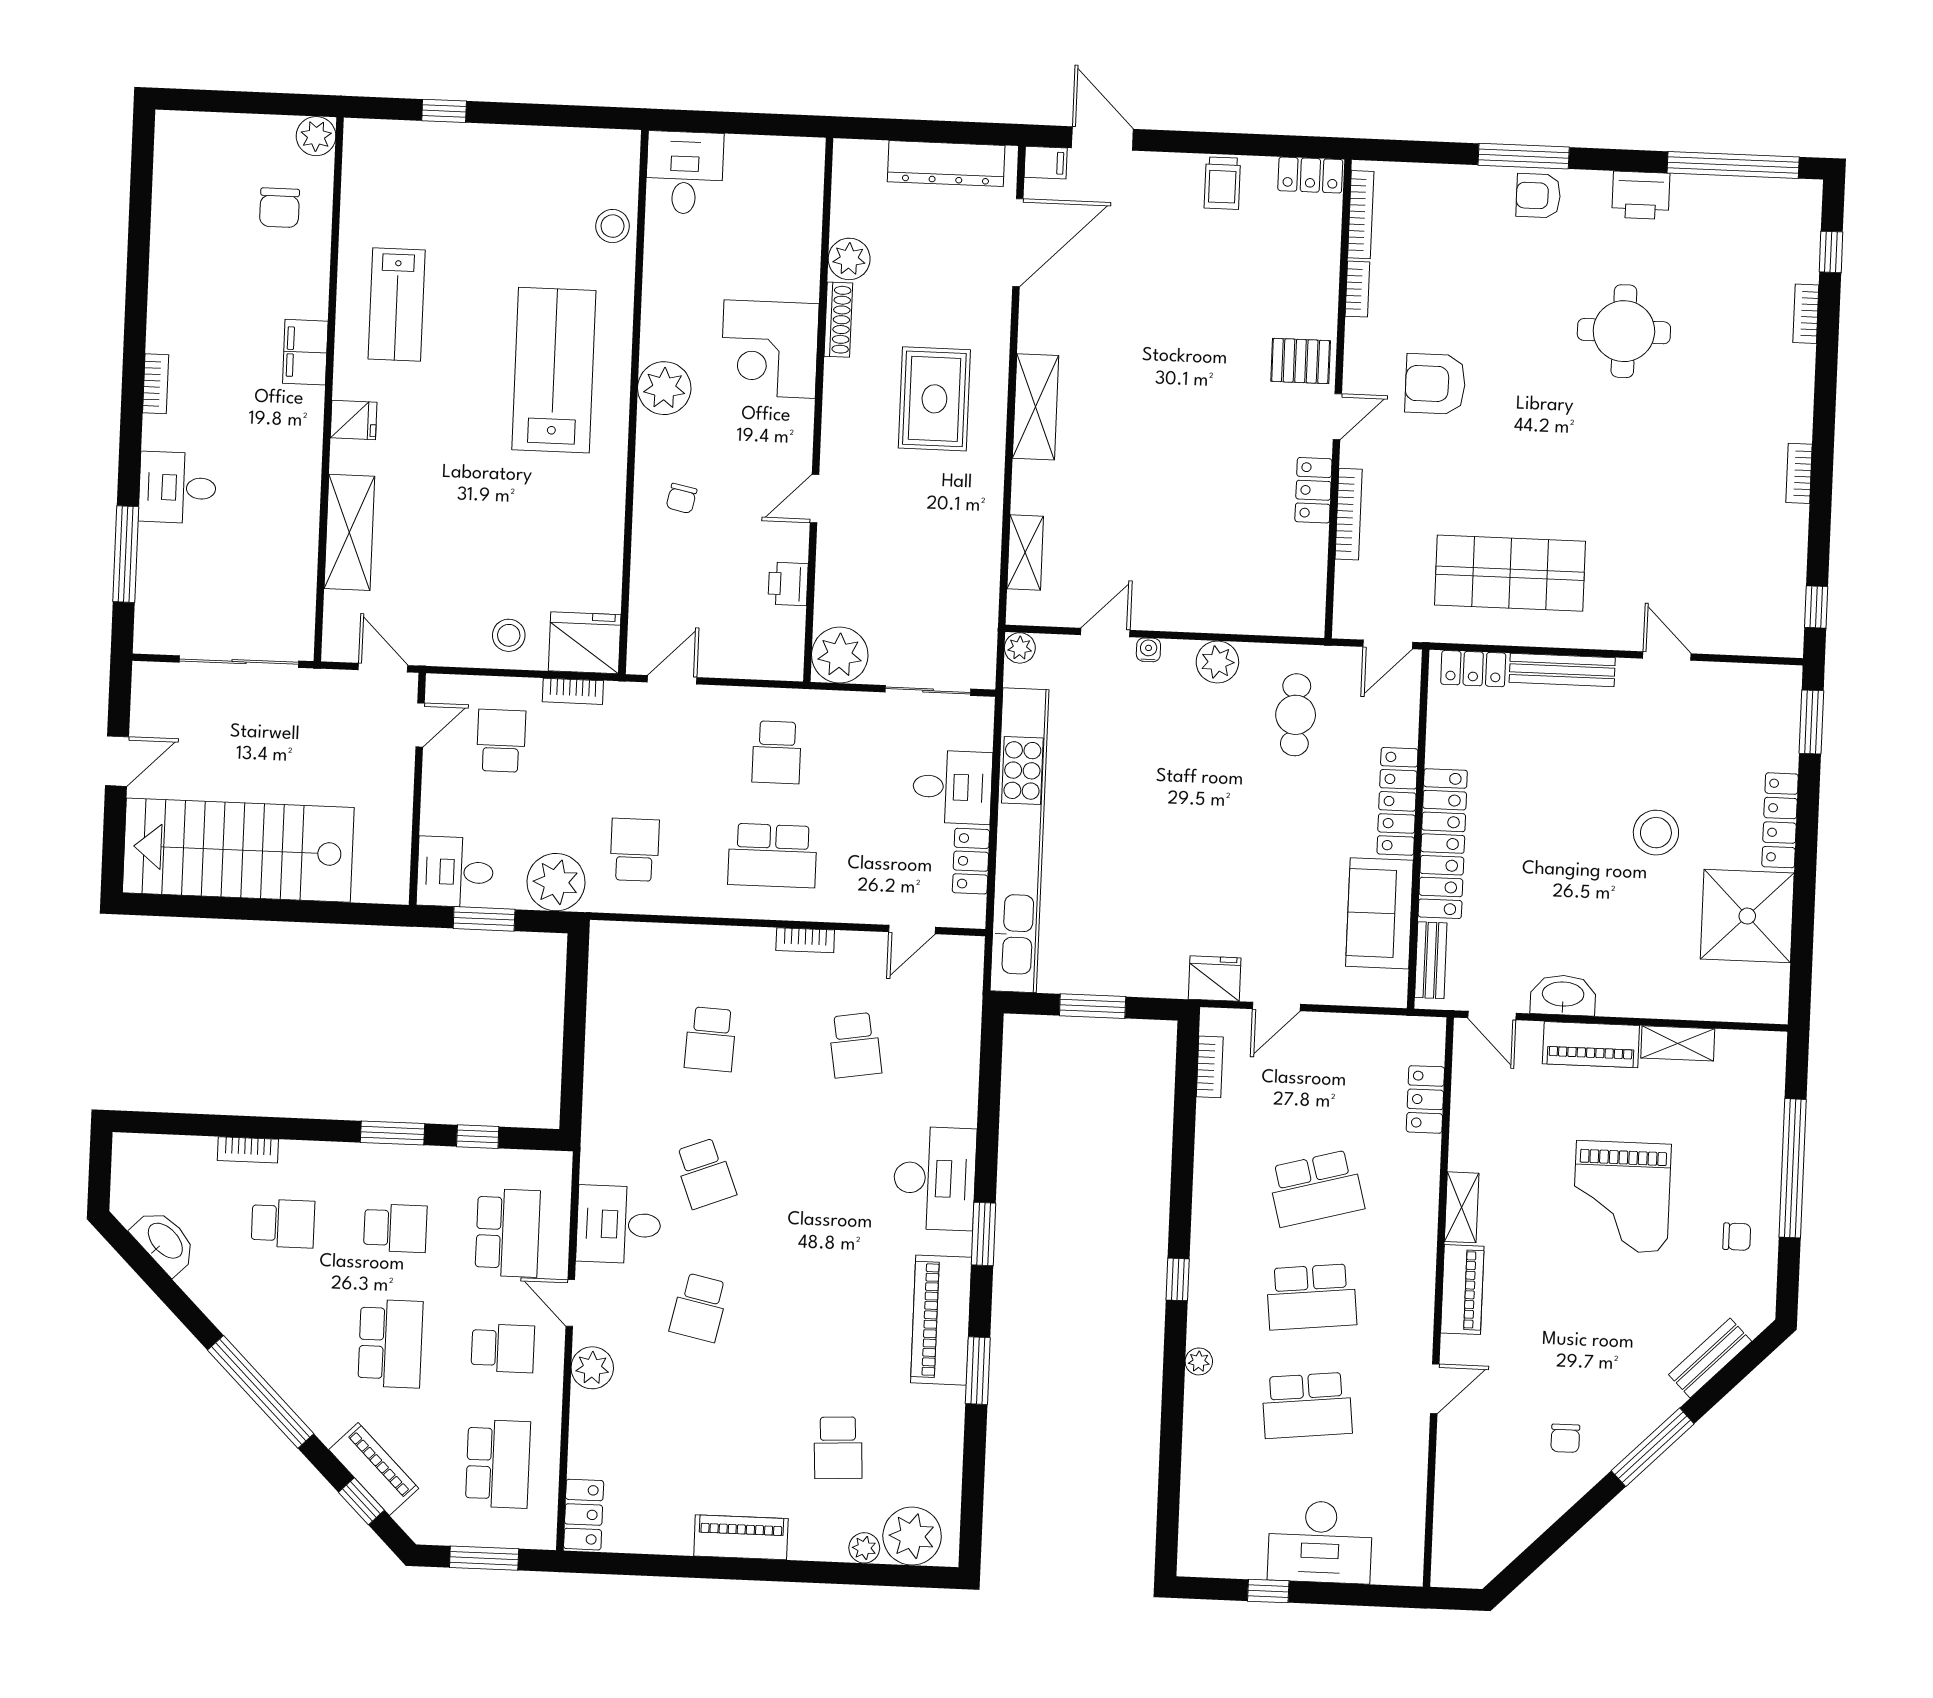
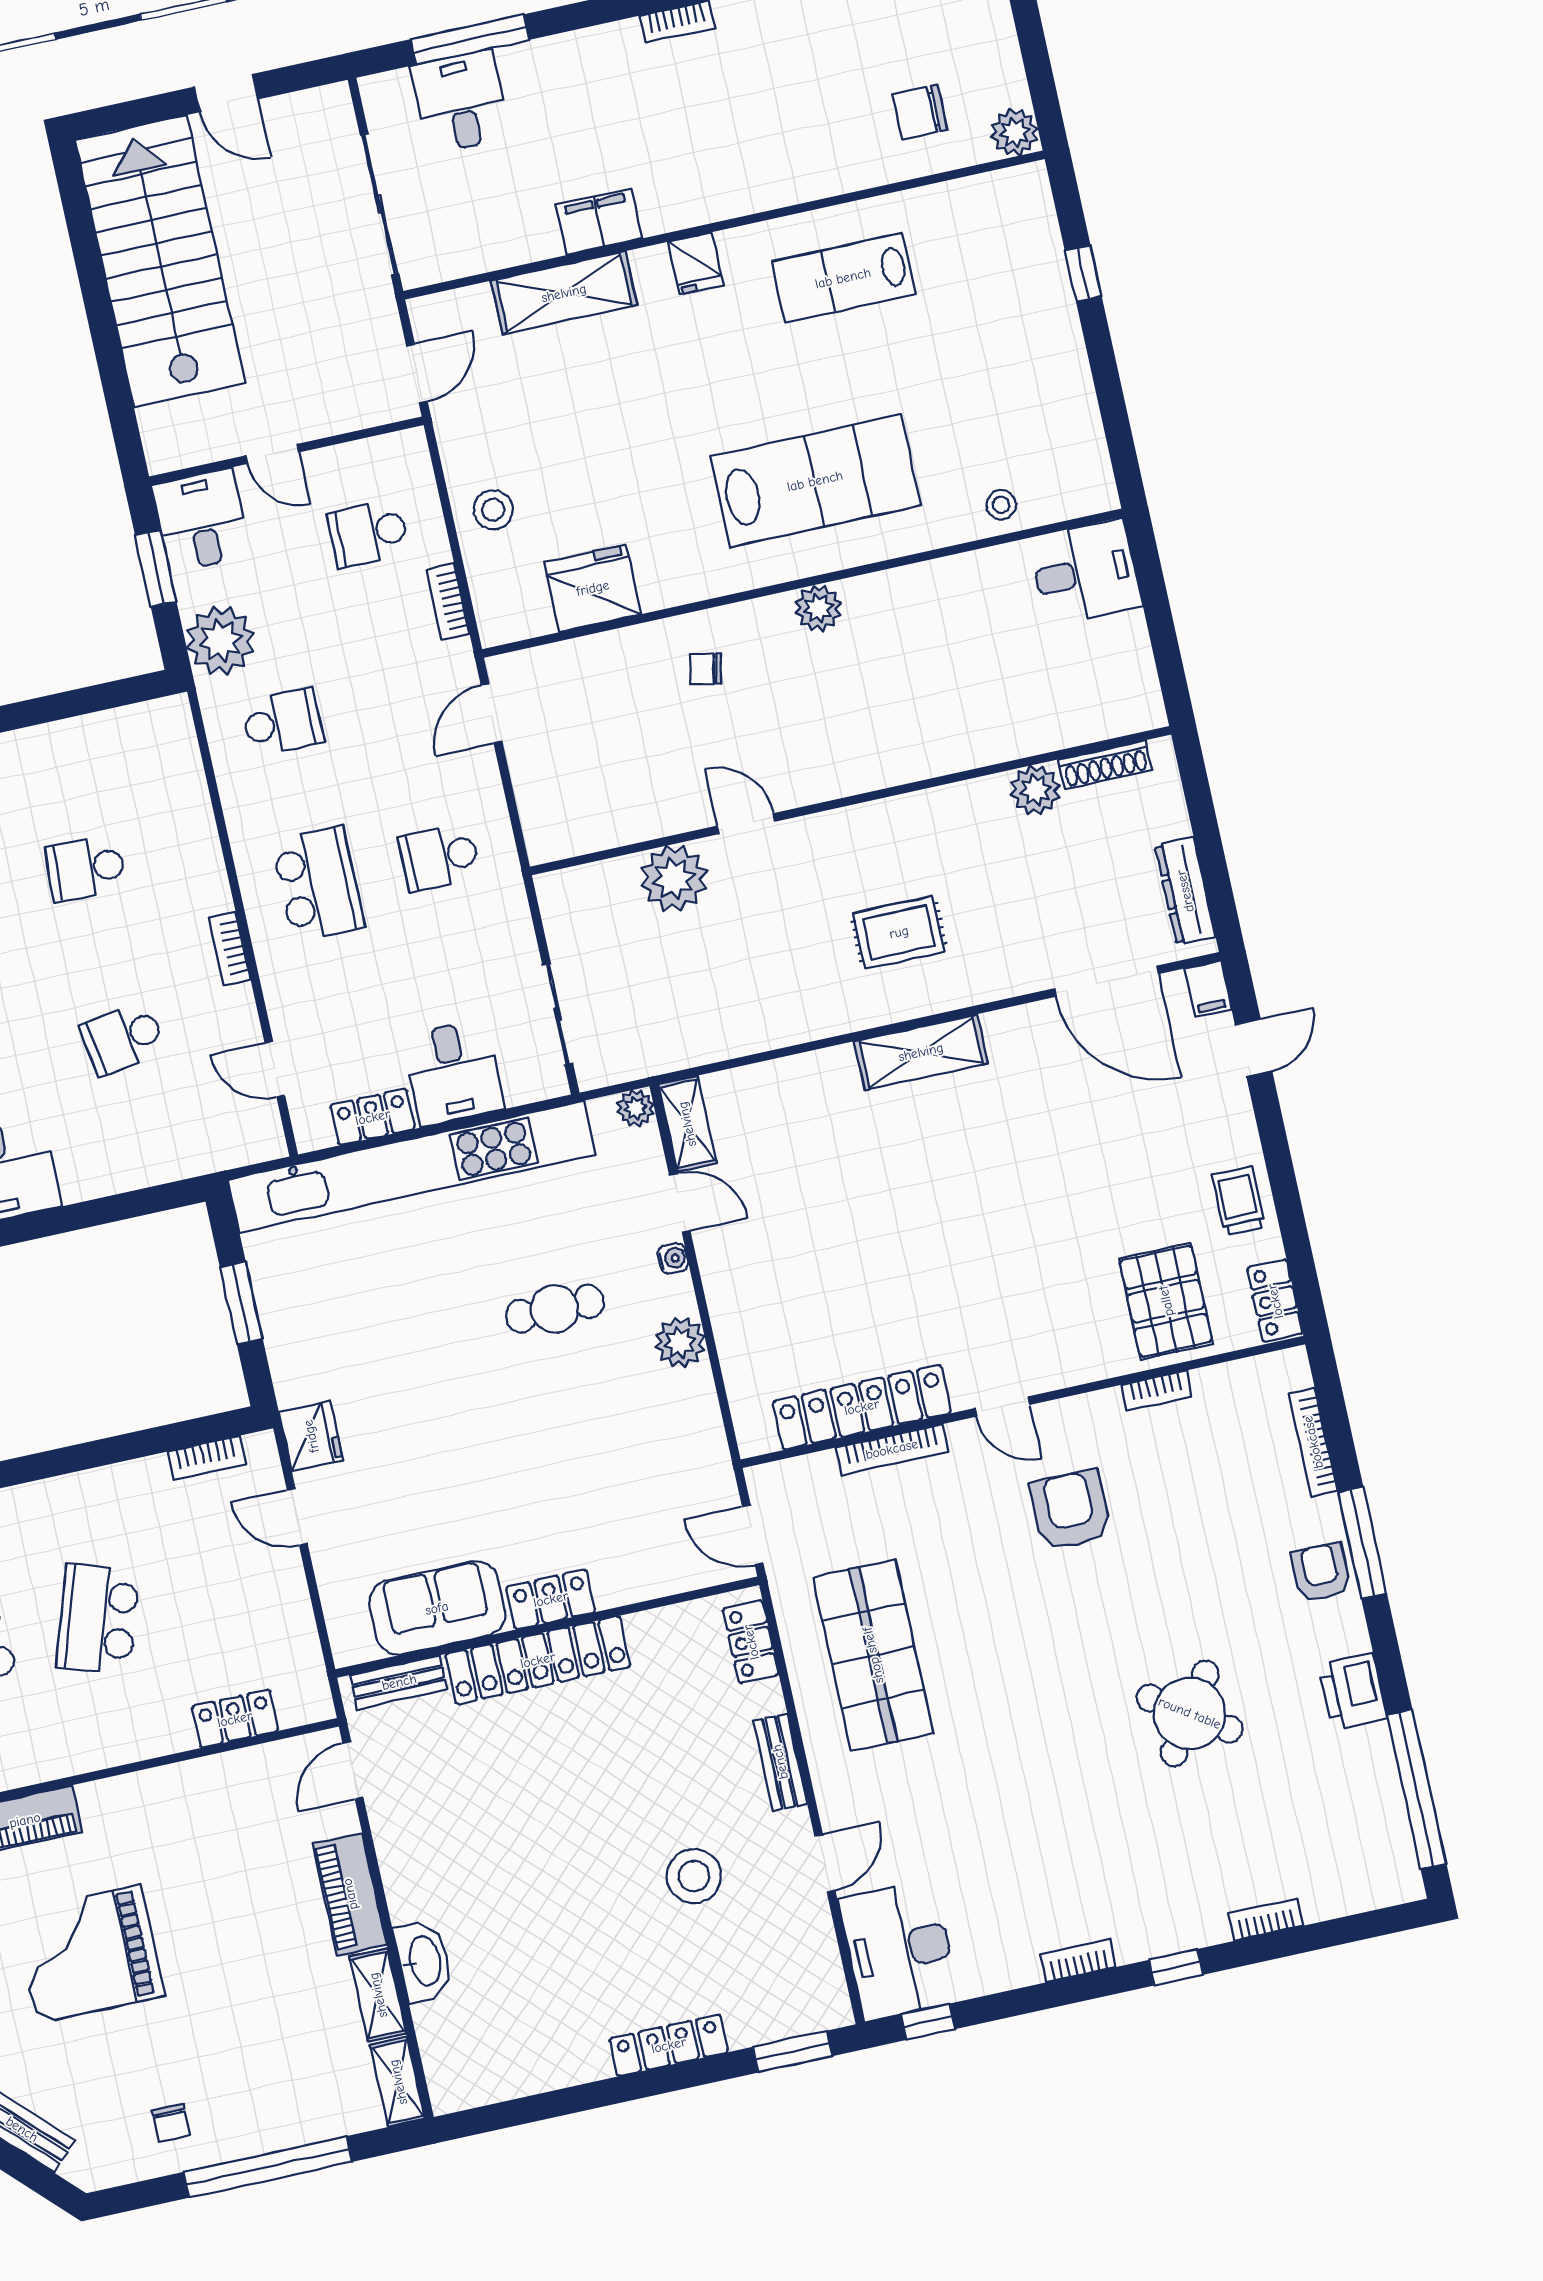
door: (1102, 138) -> (1253, 1048), width x0.73
dresser: (946, 164) -> (1185, 891), width x0.73, depth x0.80
trolley: (1222, 183) -> (1238, 1201), turned 90
bookcase: (1361, 215) -> (1313, 1442), moved, turned 90
stool: (613, 226) -> (1001, 505), width x0.73, depth x0.73
window: (1831, 252) -> (1176, 1967), moved
shoe rack: (838, 320) -> (1105, 765), moved
round table: (1624, 331) -> (1190, 1713), turned 34
corner desk: (770, 349) -> (906, 725), removed
filing cabinet: (305, 352) -> (599, 222), moved
pallet: (1301, 361) -> (1166, 1301), moved, width x1.50, depth x1.42
plant: (664, 388) -> (818, 608), width x0.73, depth x0.73
rug: (934, 399) -> (899, 932), width x0.73, depth x0.70
desk: (177, 488) -> (461, 102), moved
locker: (1313, 490) -> (862, 1407), width x2.16, depth x1.21
shelving: (1025, 553) -> (687, 1124), moved, turned 90
printer: (788, 584) -> (639, 819), removed
desk: (1752, 615) -> (899, 1950), added
fridge: (585, 643) -> (593, 588), moved, turned -90
plant: (840, 655) -> (674, 879), moved
bench: (1562, 670) -> (780, 1762), width x0.73
door: (672, 680) -> (492, 713), swing flipped
cafe table: (1296, 715) -> (555, 1309), moved
door: (420, 725) -> (272, 454), moved
school desk: (501, 741) -> (368, 533), turned 180
locker: (1397, 801) -> (551, 1599), width x0.66
stool: (1656, 833) -> (694, 1876), moved
school desk: (772, 856) -> (318, 884), turned 180
shower: (1747, 916) -> (547, 2037), removed
washbasin: (1563, 995) -> (424, 1961), moved
school desk: (1316, 1188) -> (98, 1619), turned 33
grand piano: (1622, 1197) -> (89, 1954), moved
shelving: (1462, 1207) -> (398, 2082), moved, turned 90

